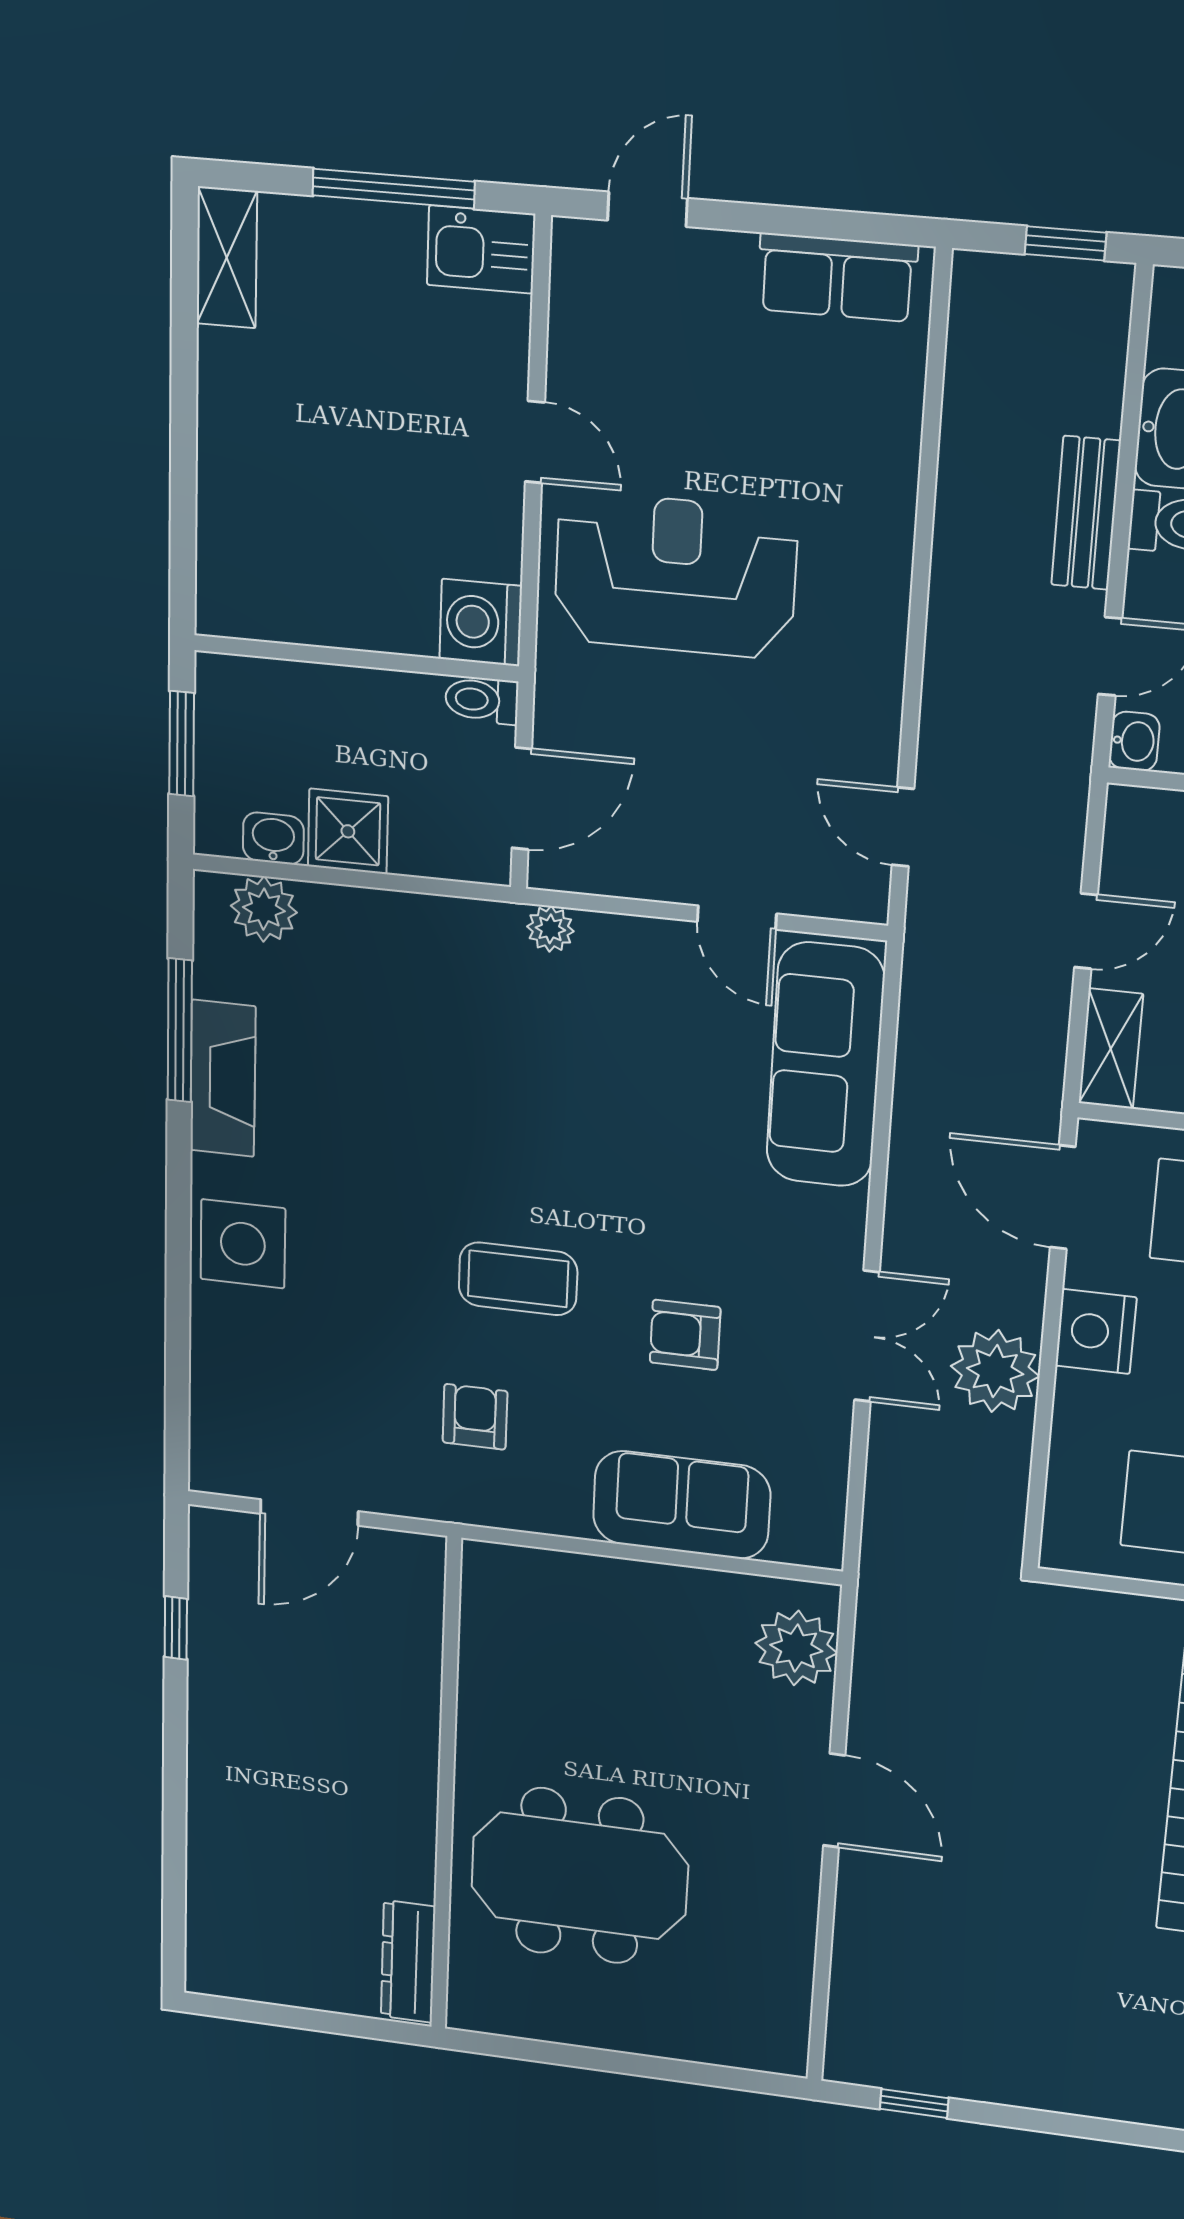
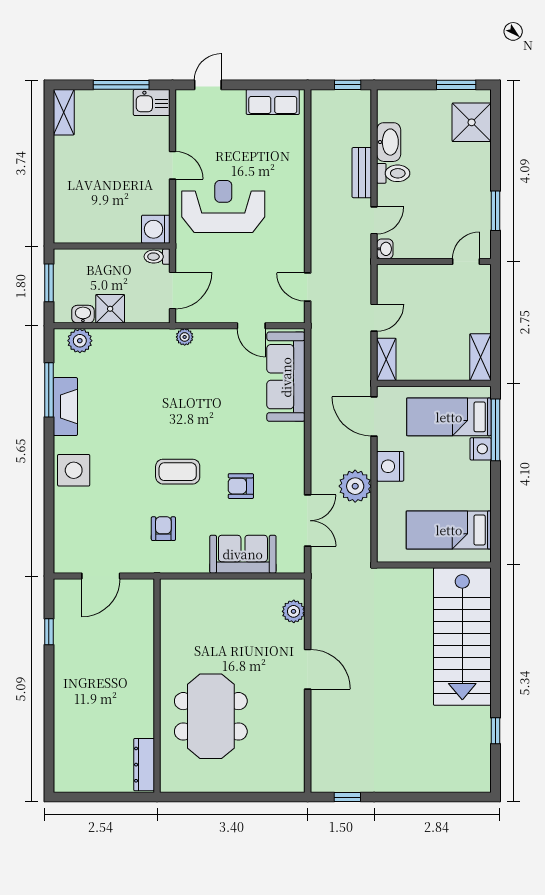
double door: (867, 1336) -> (308, 521), moved
plant: (796, 1648) -> (294, 611), width x0.73, depth x0.73
meeting table: (579, 1876) -> (211, 716), turned 90

